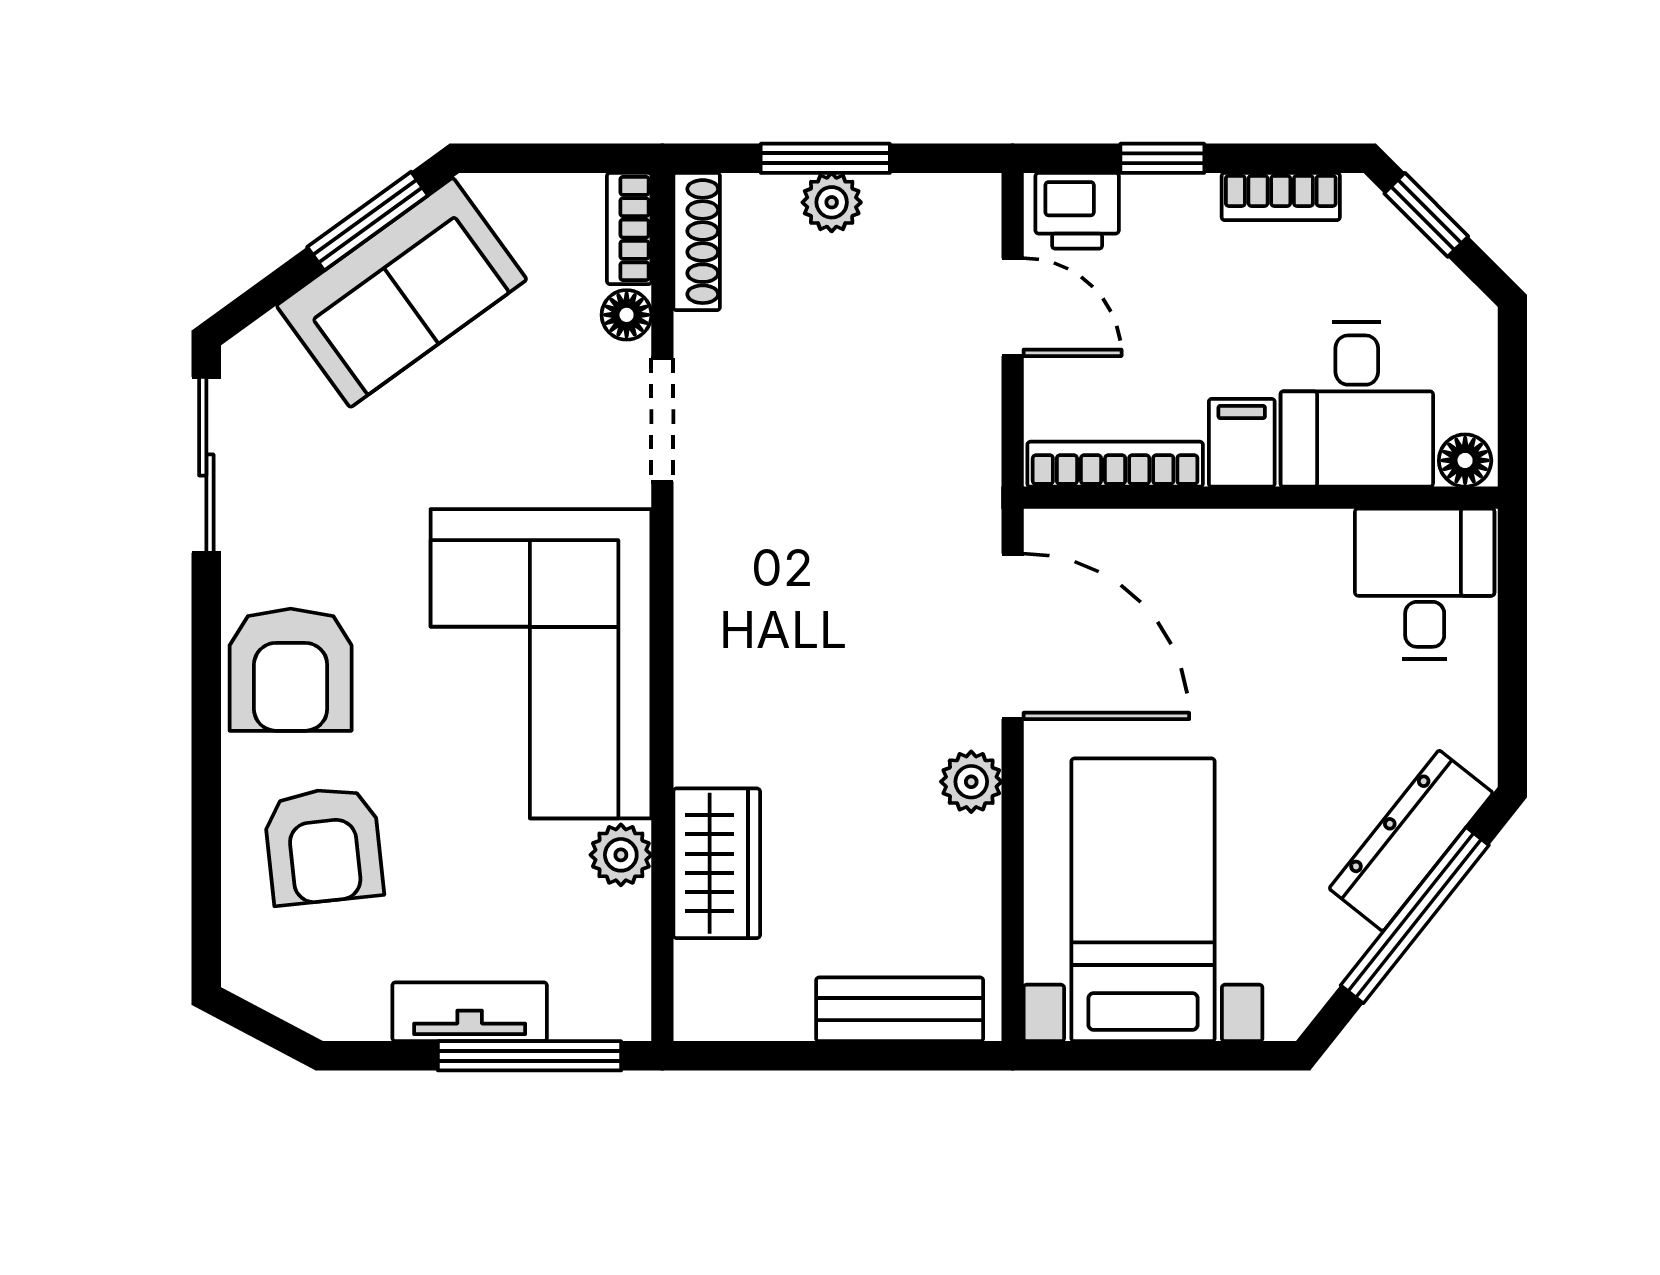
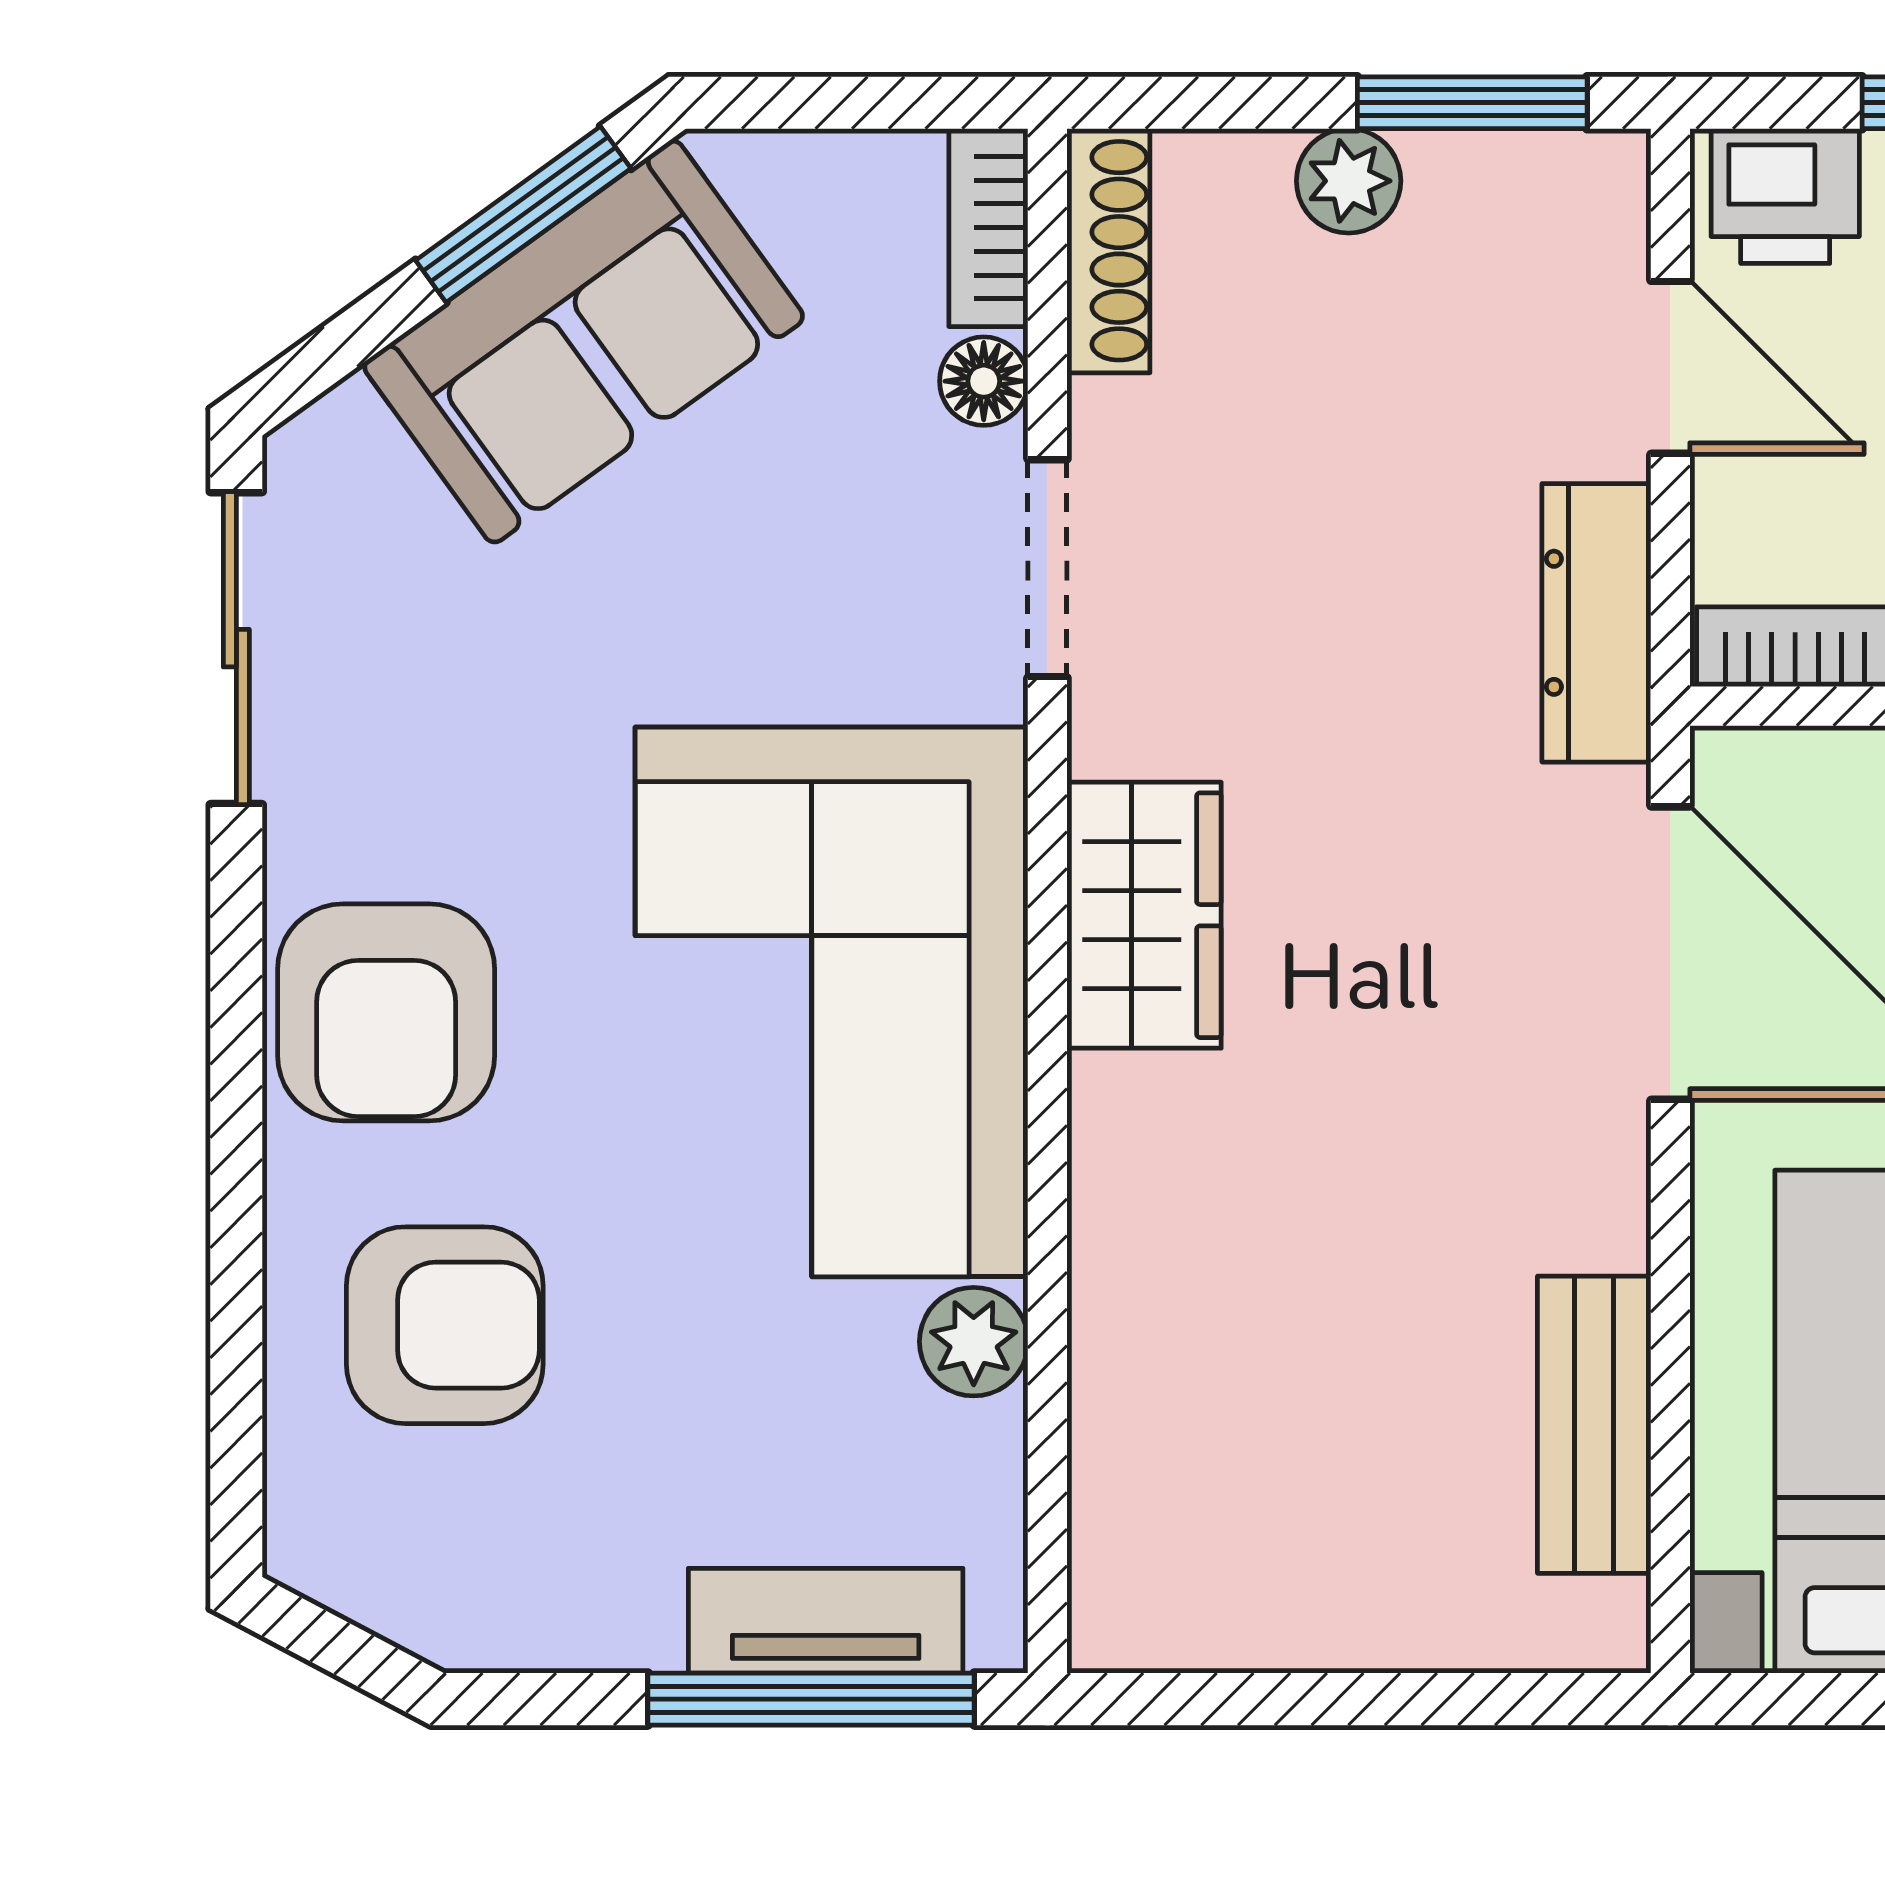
window: (825, 158) -> (1472, 103), moved
dresser: (971, 451) -> (1596, 623), added
plant: (971, 782) -> (1597, 1212), removed
armchair: (324, 846) -> (445, 1325), turned -84
wardrobe: (717, 863) -> (1144, 915), moved
bench: (900, 1009) -> (1594, 1425), moved, turned 90
tv unit: (470, 1012) -> (826, 1621), moved

